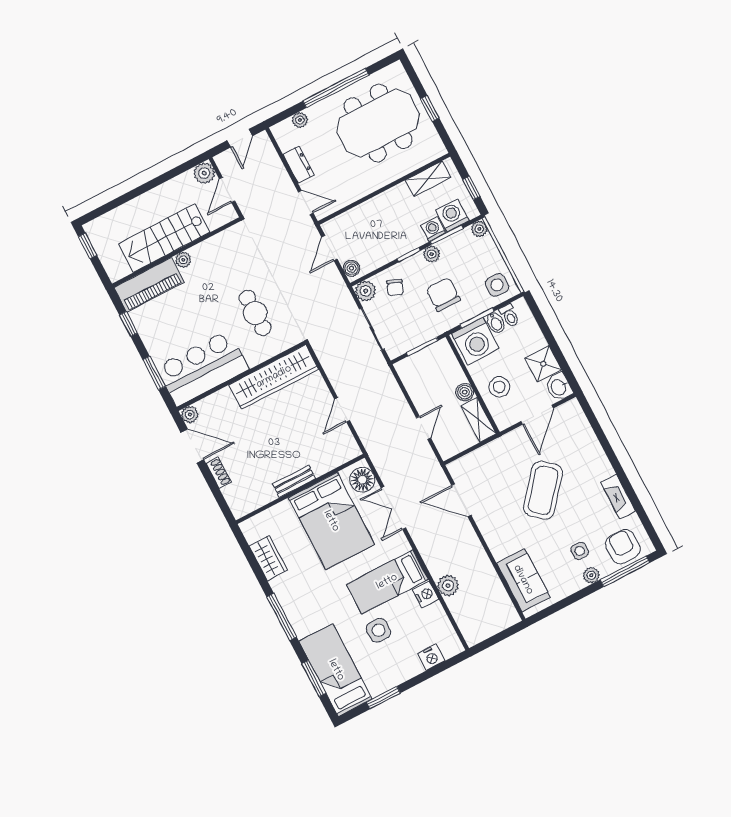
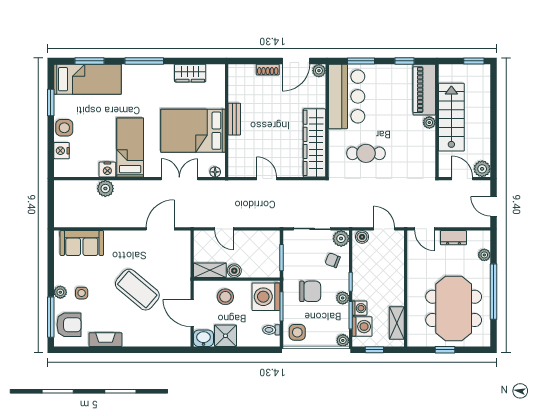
door: (306, 203) -> (425, 229), hinge flipped
bidet: (496, 323) -> (272, 318), removed
floor lamp: (362, 480) -> (215, 172), width x0.53, depth x0.53
side table: (379, 630) -> (64, 128), moved

